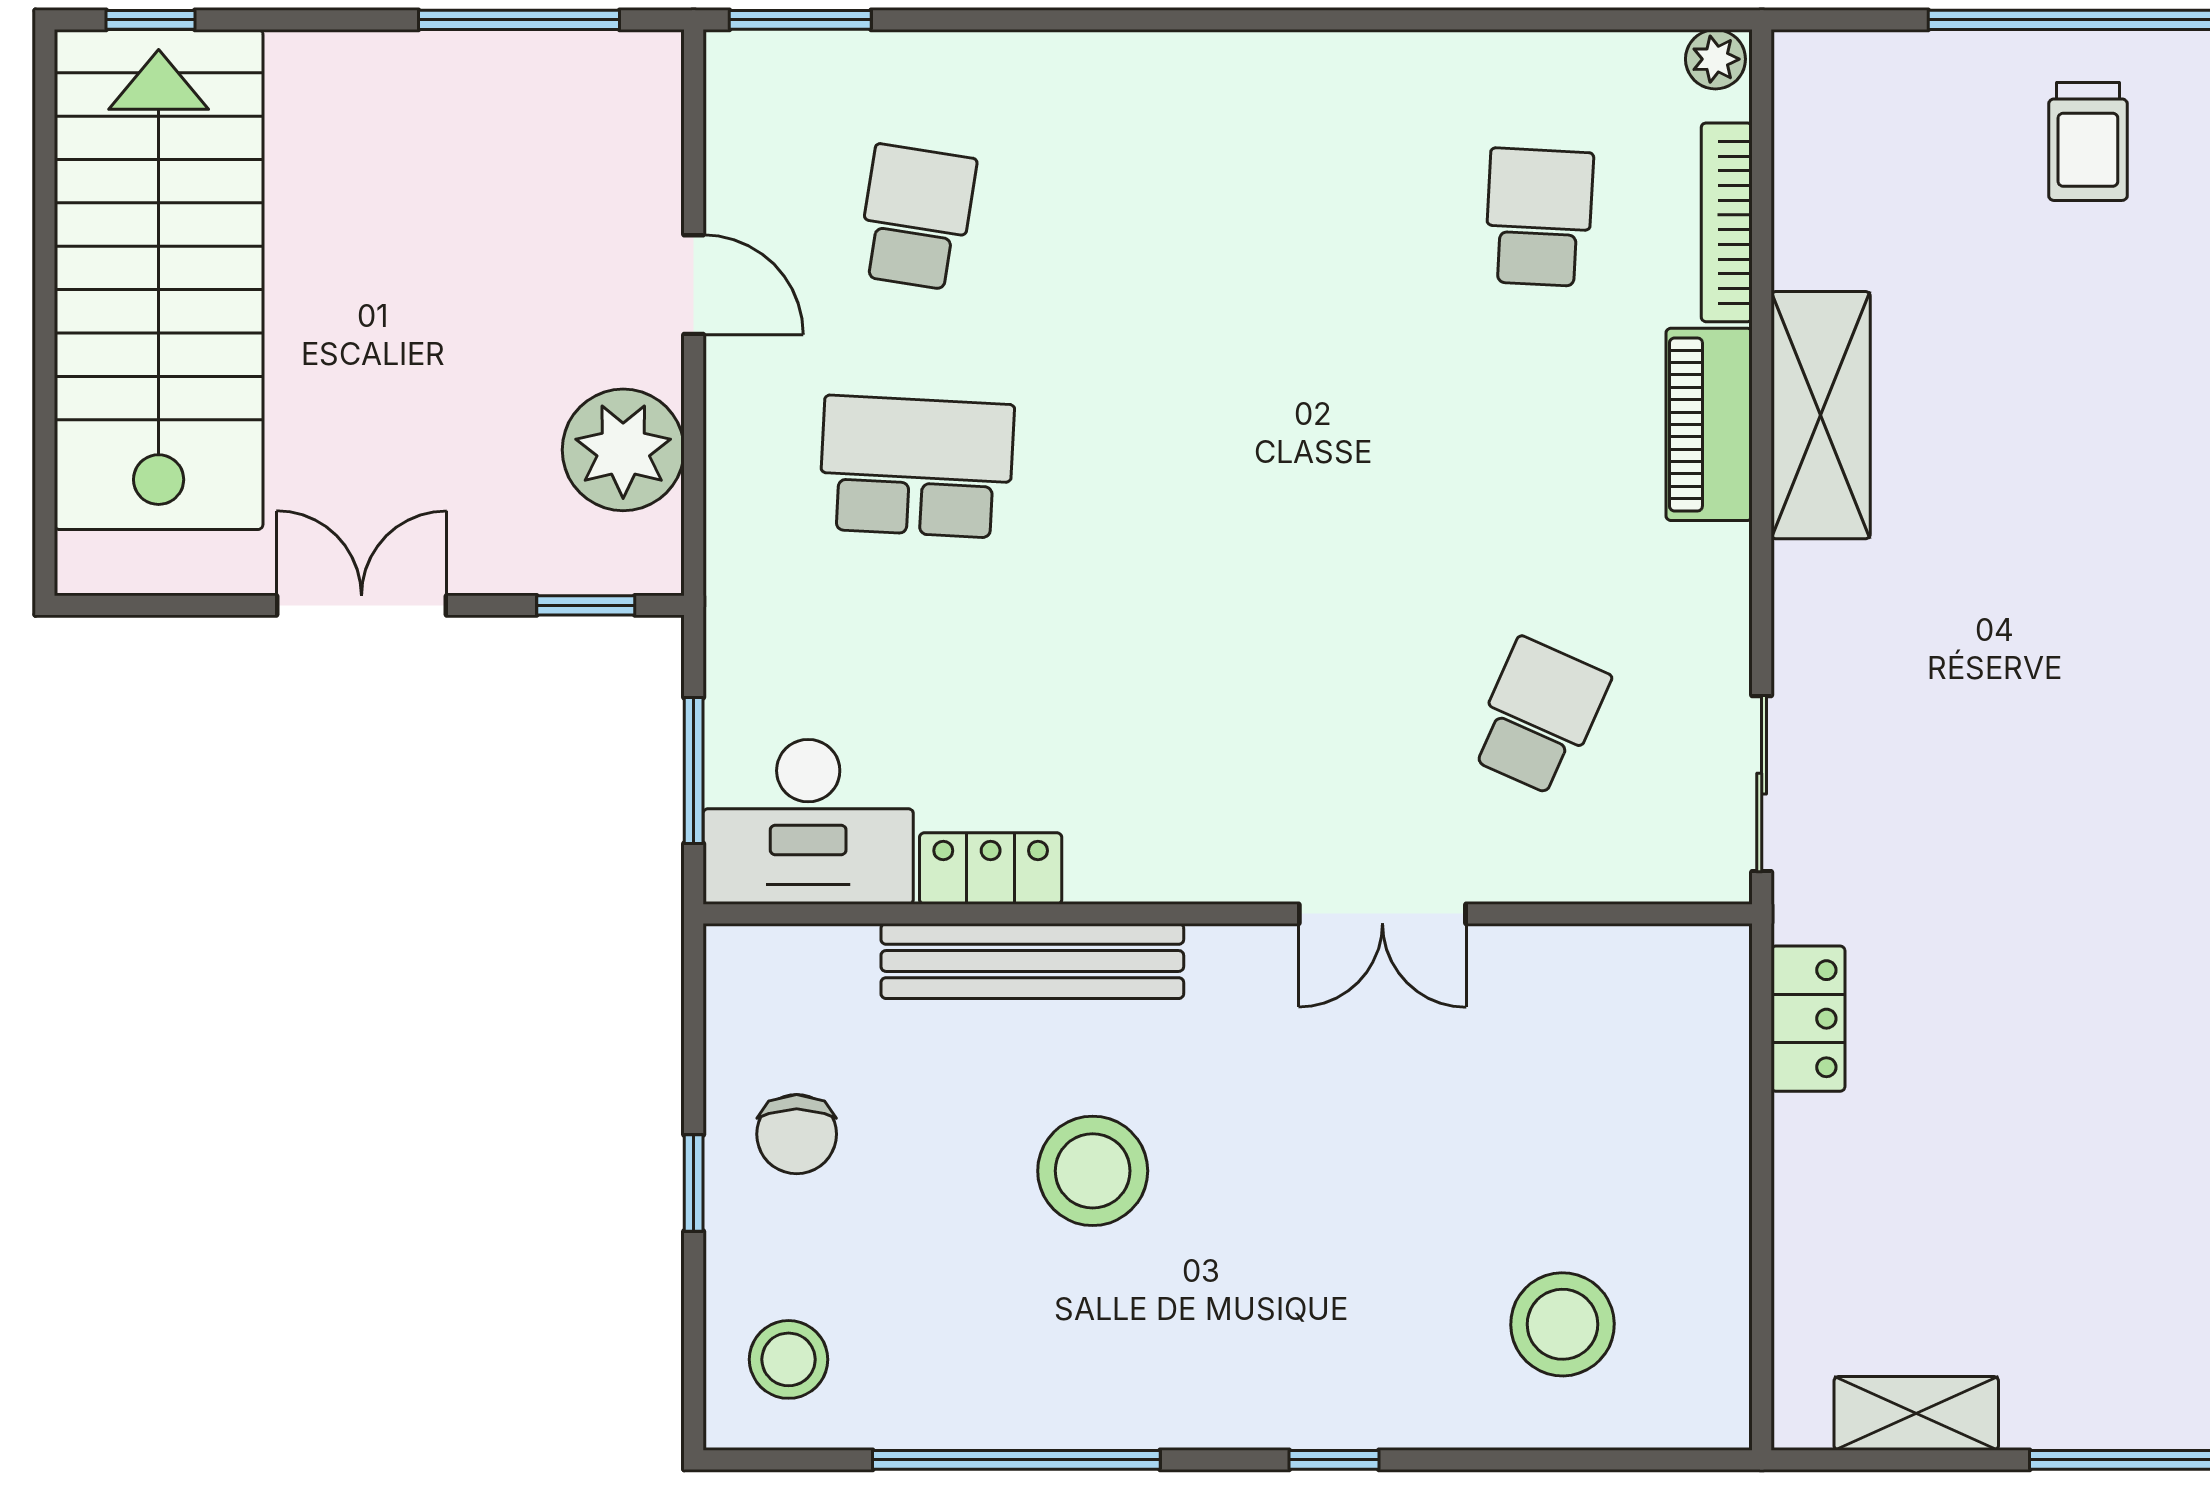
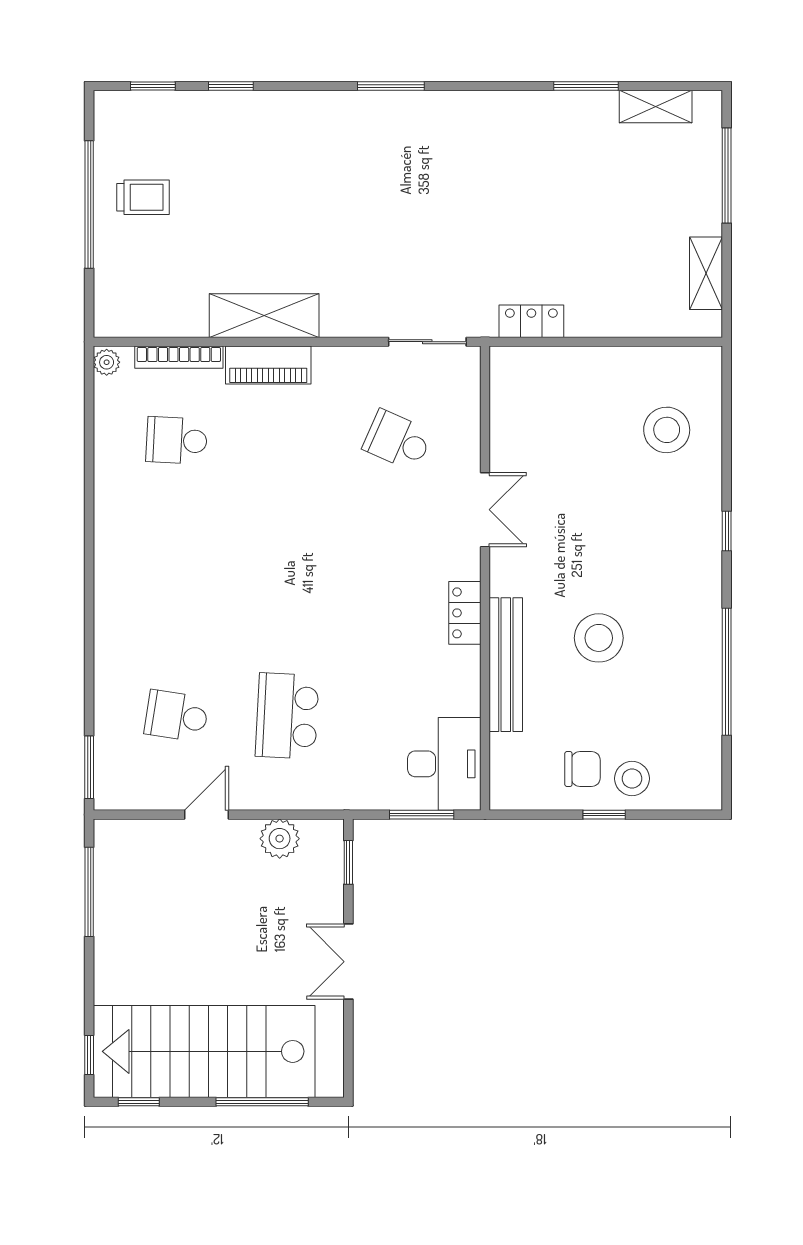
window: (45, 132) -> (139, 1102), added
window: (45, 411) -> (262, 1102), added
plant: (623, 450) -> (280, 839), width x0.73, depth x0.73
locker: (991, 868) -> (465, 613), moved
stool: (789, 1359) -> (632, 779), moved

